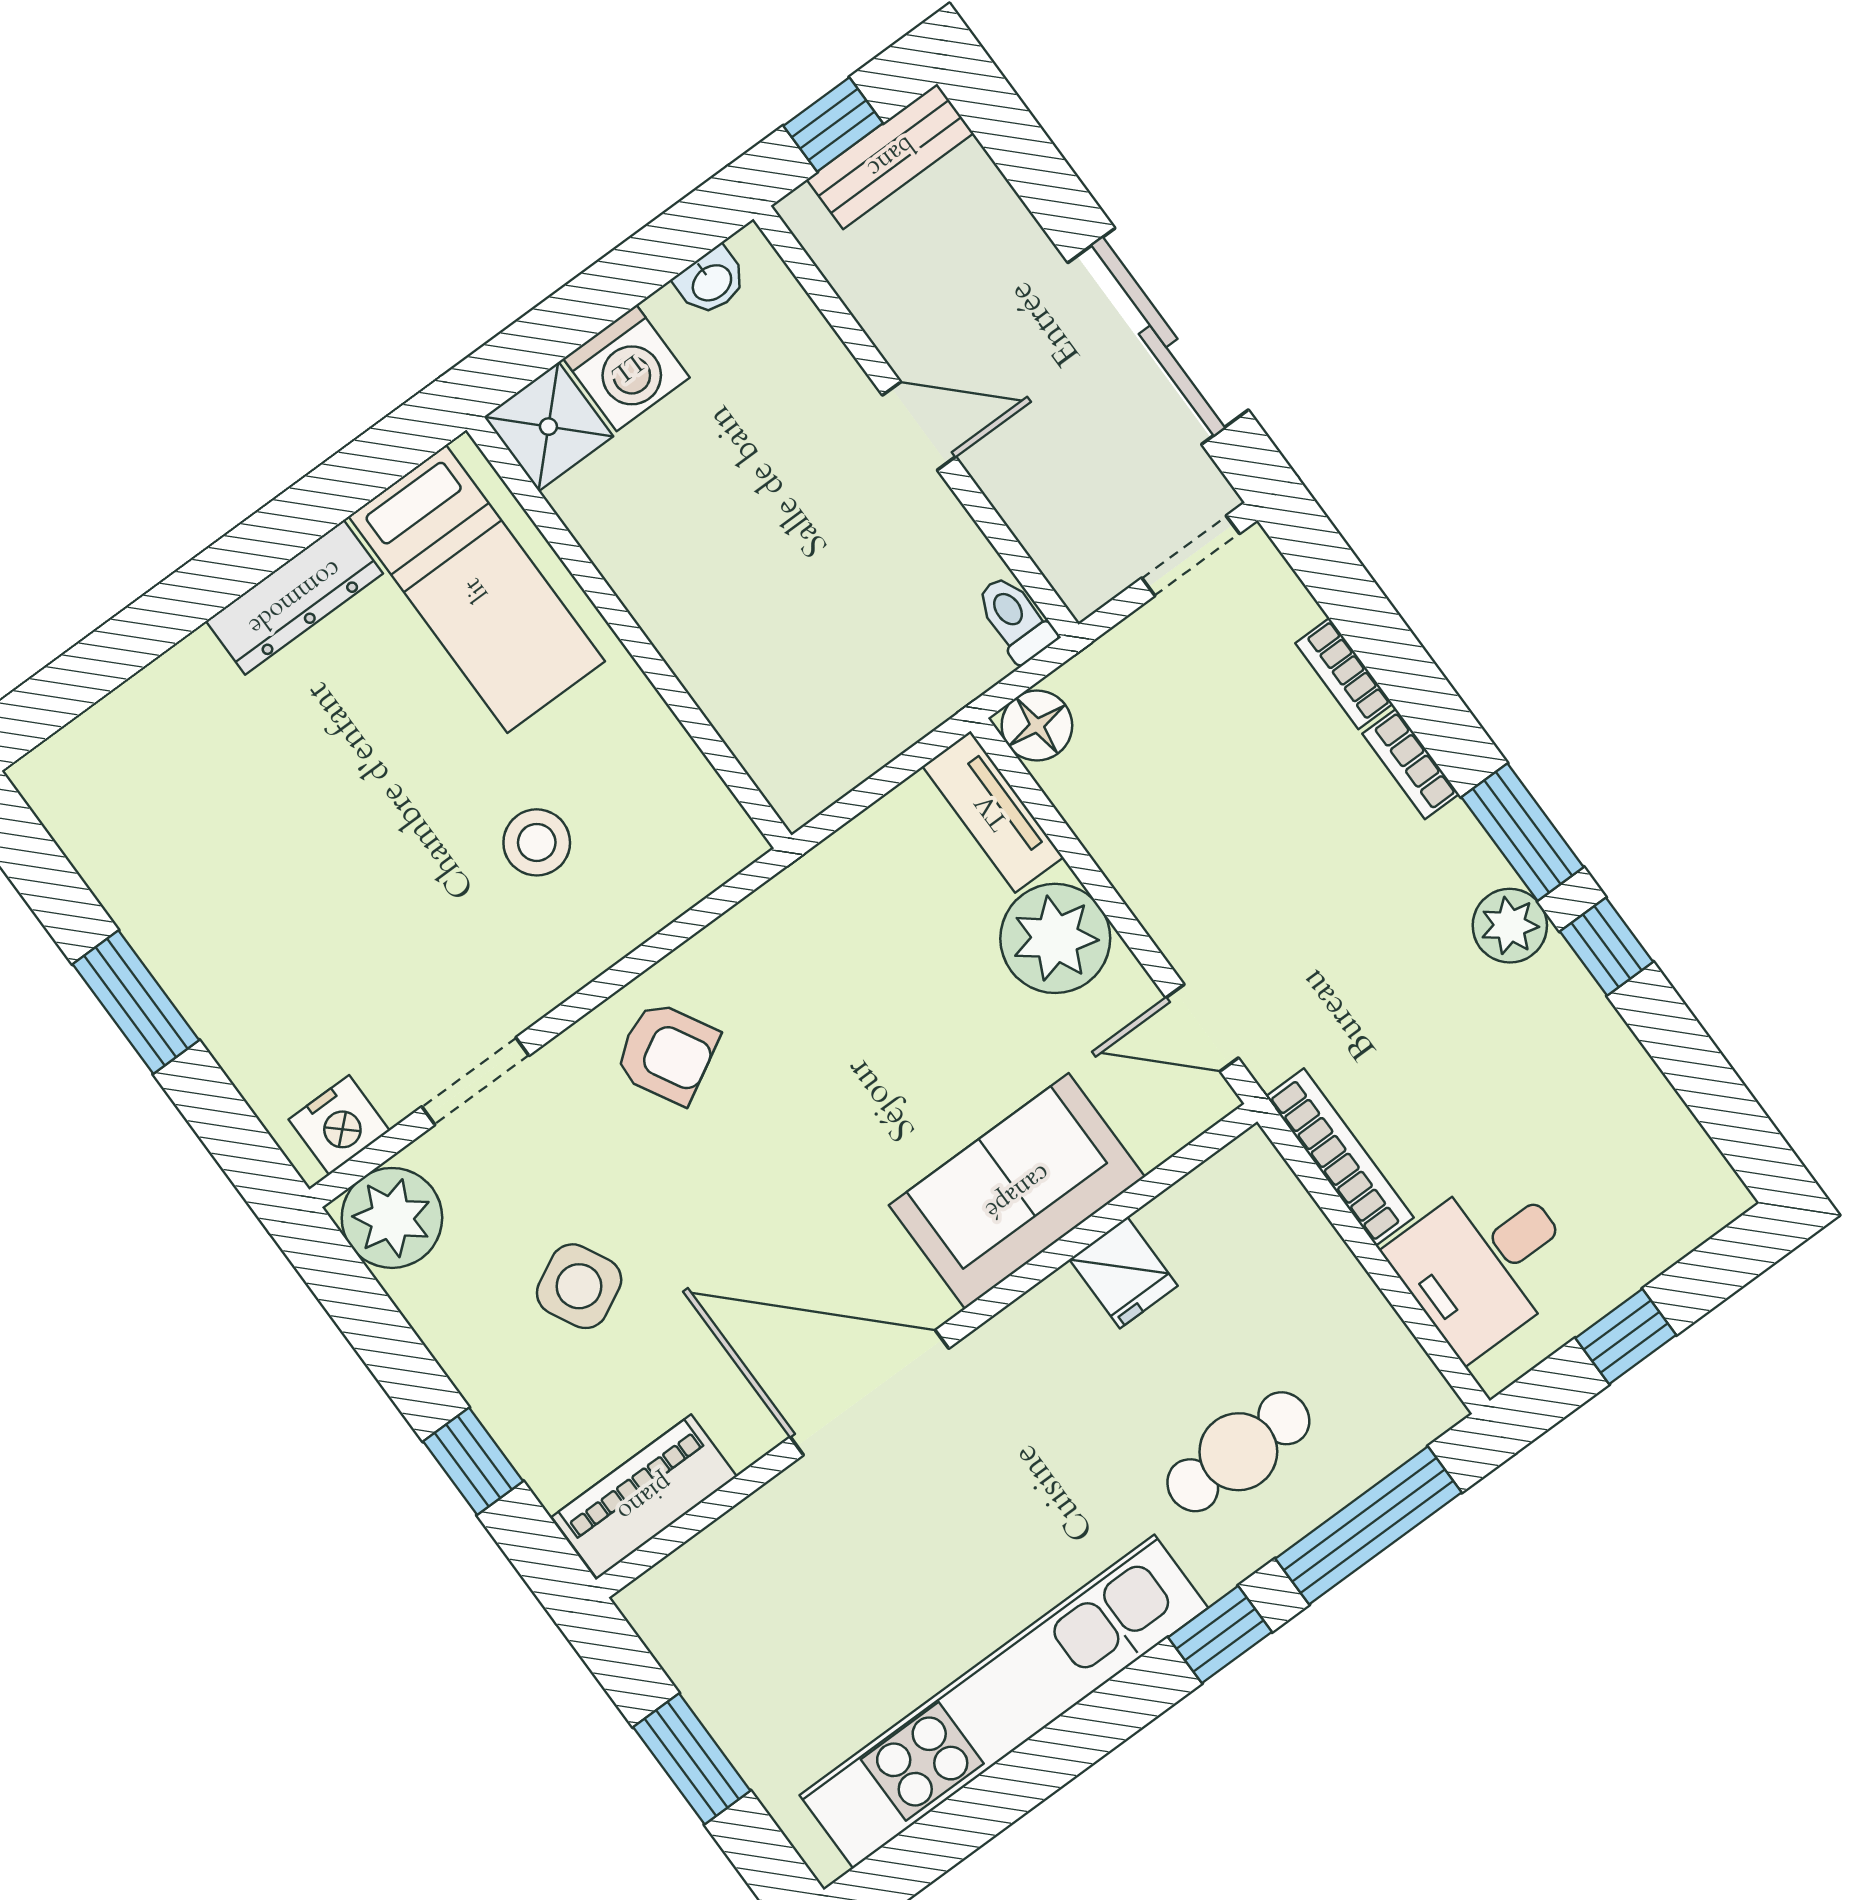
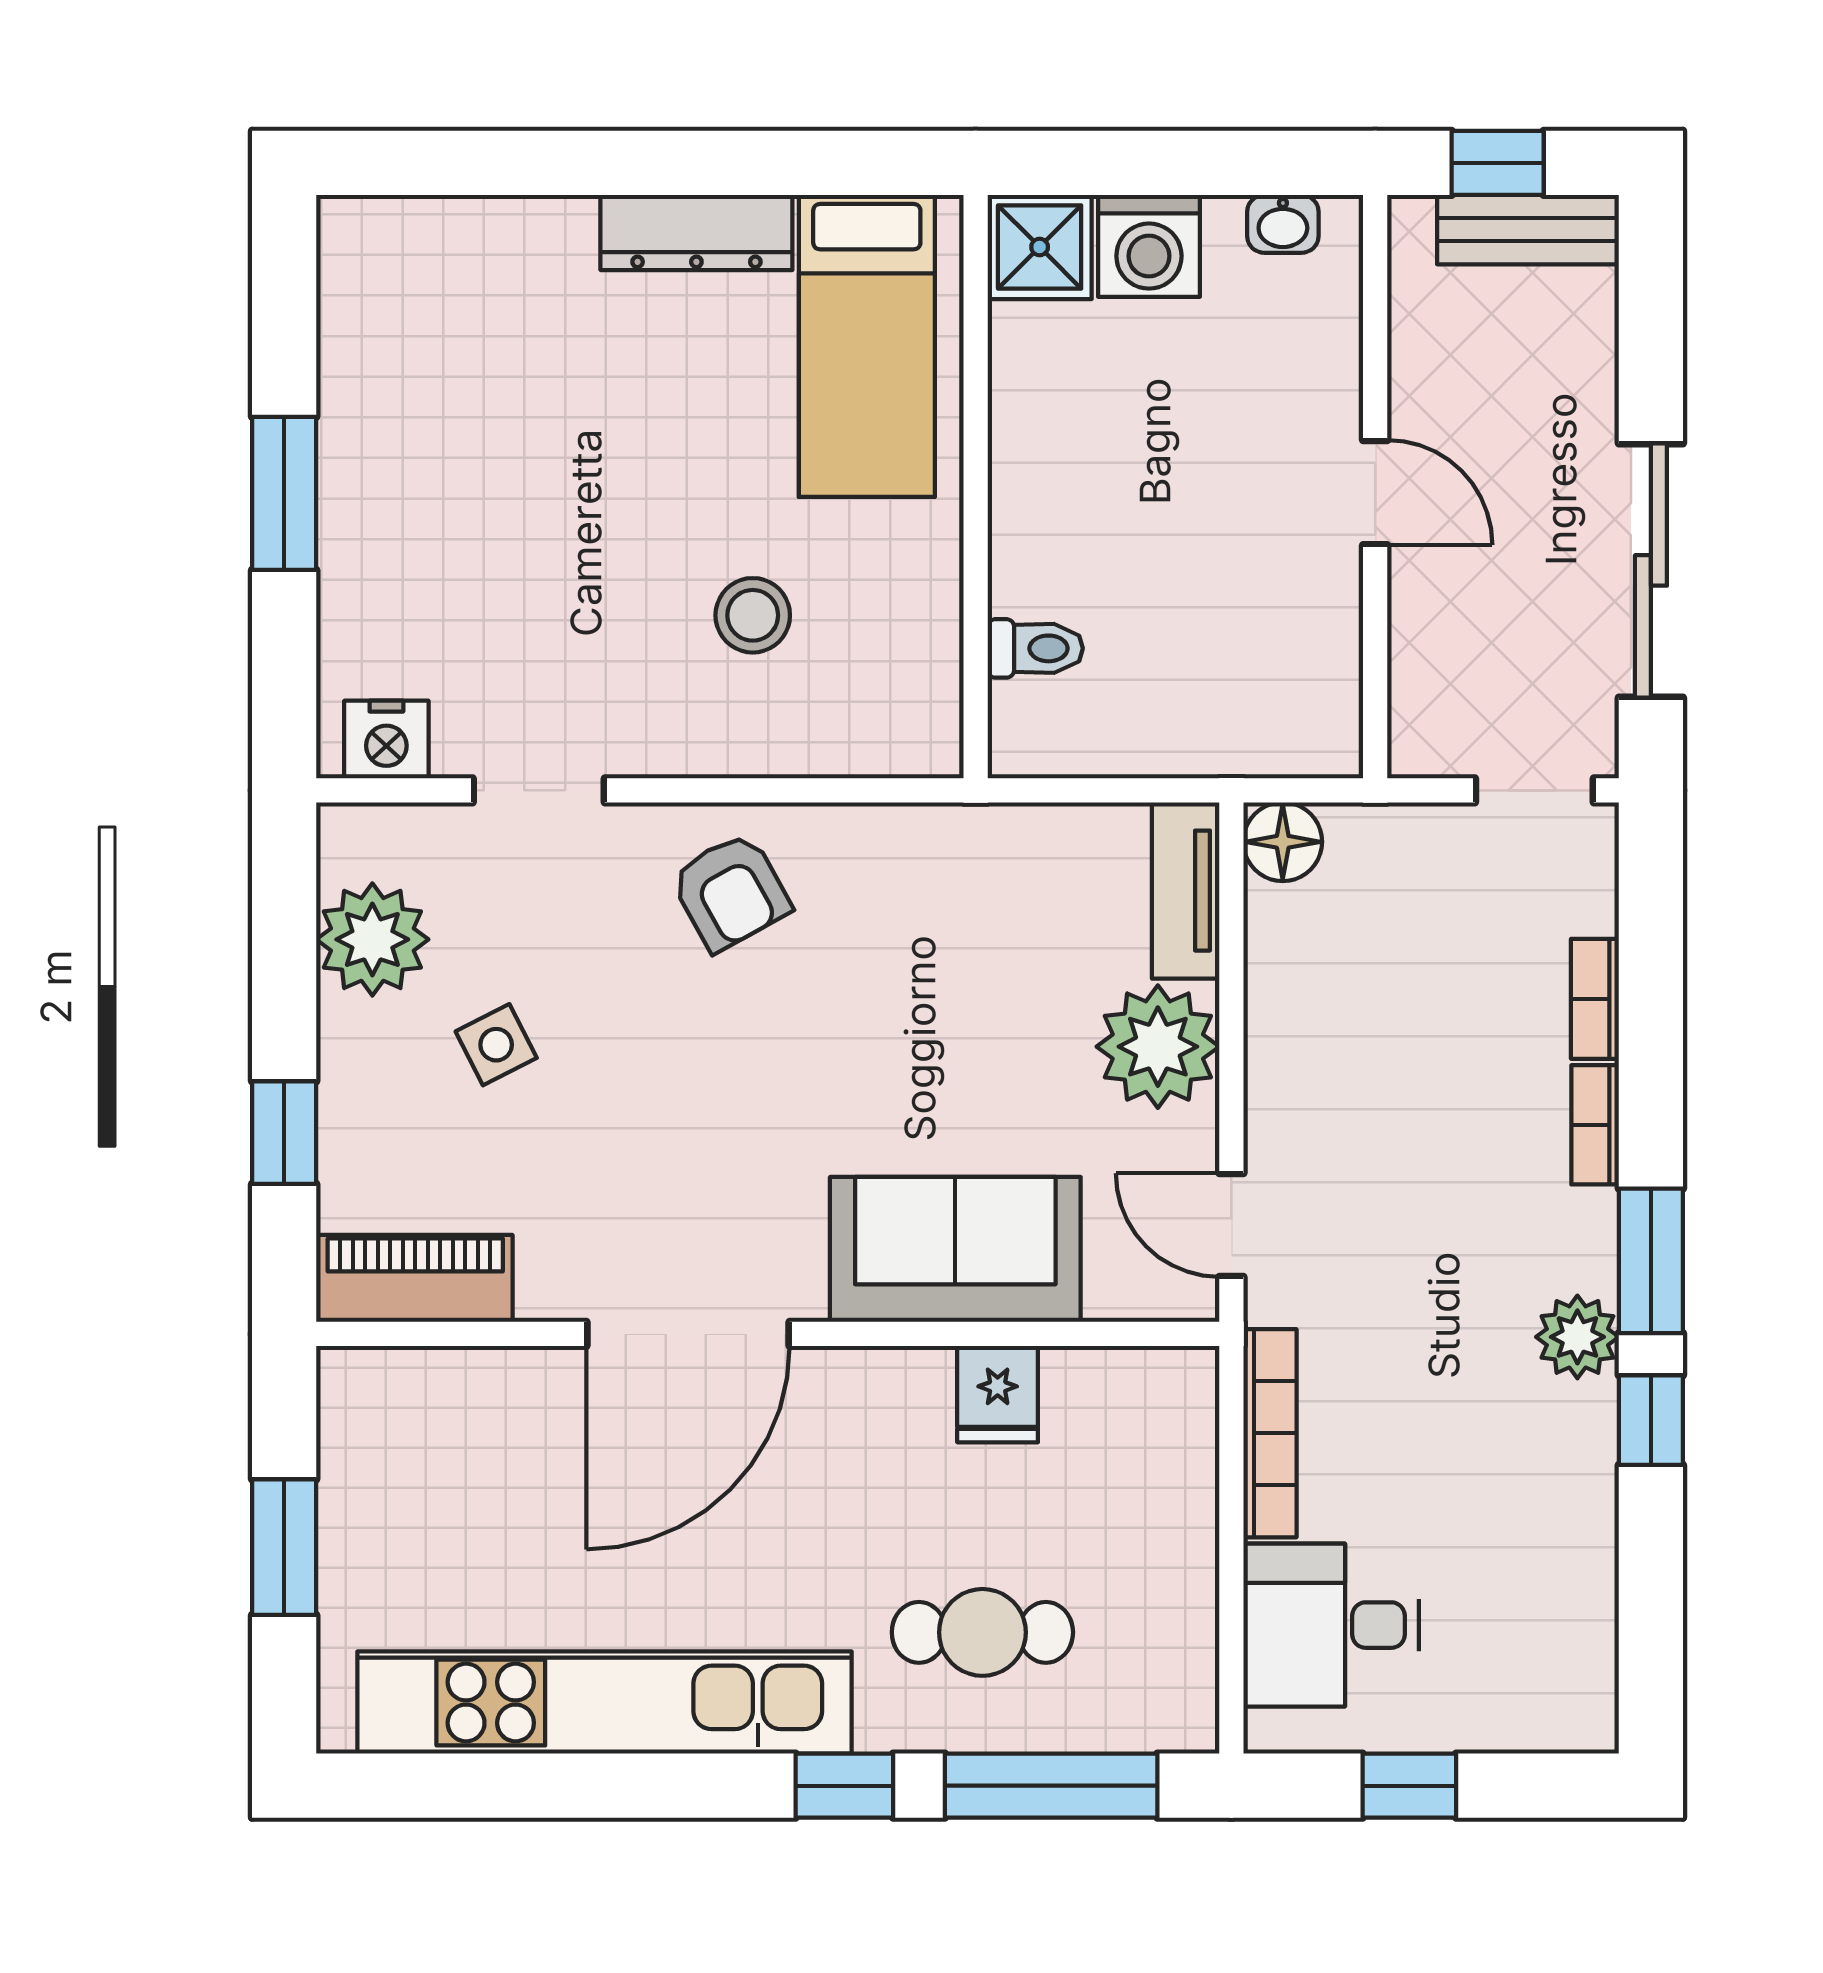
toilet: (1015, 619) -> (1035, 648), moved, turned 90
plant: (392, 1218) -> (372, 939), moved
side table: (579, 1286) -> (496, 1045), width x0.73, depth x0.73
door: (869, 1393) -> (688, 1334), swing flipped

